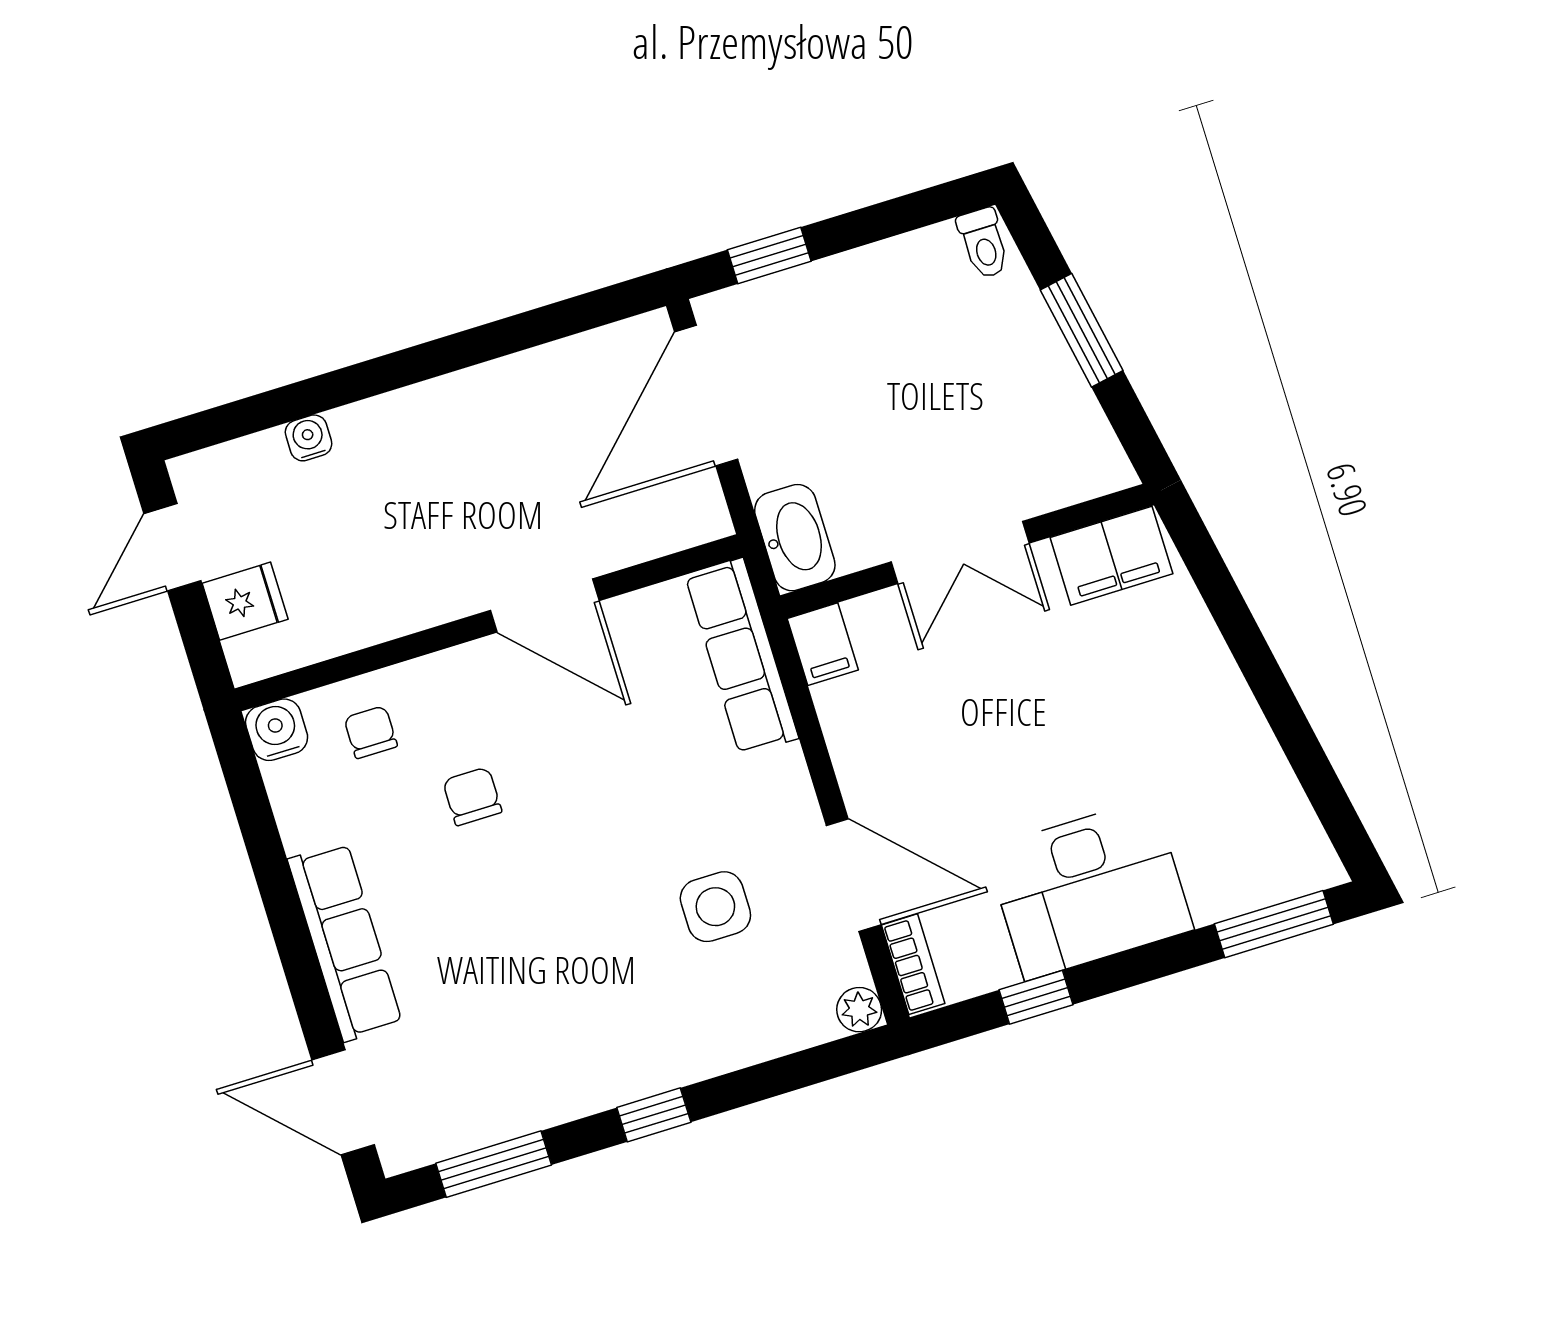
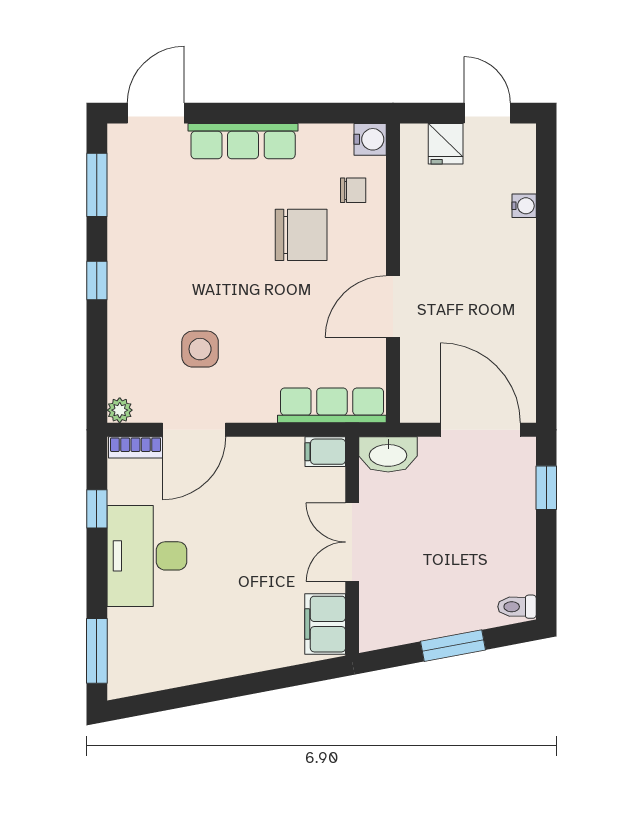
chair: (472, 796) -> (301, 235), width x1.87, depth x1.87

